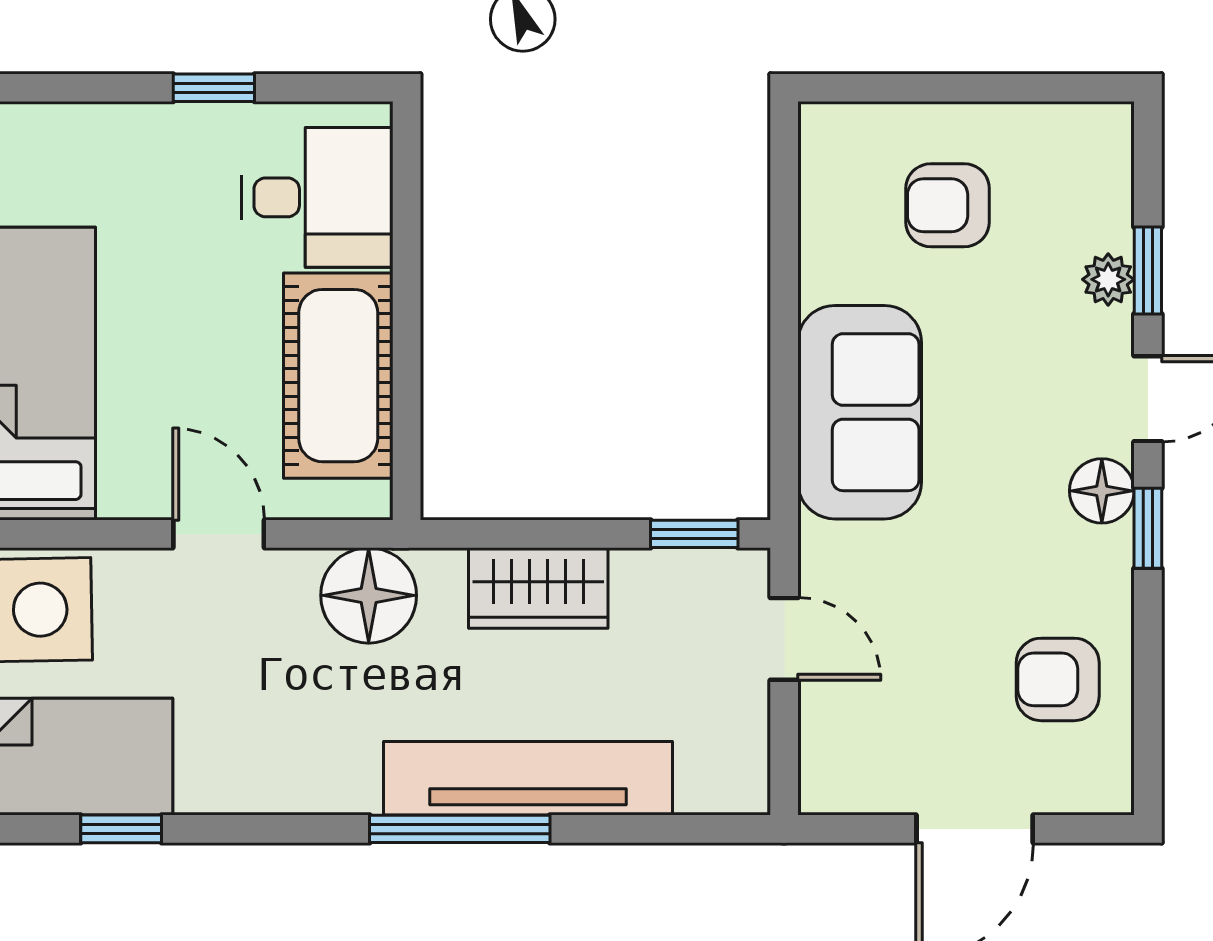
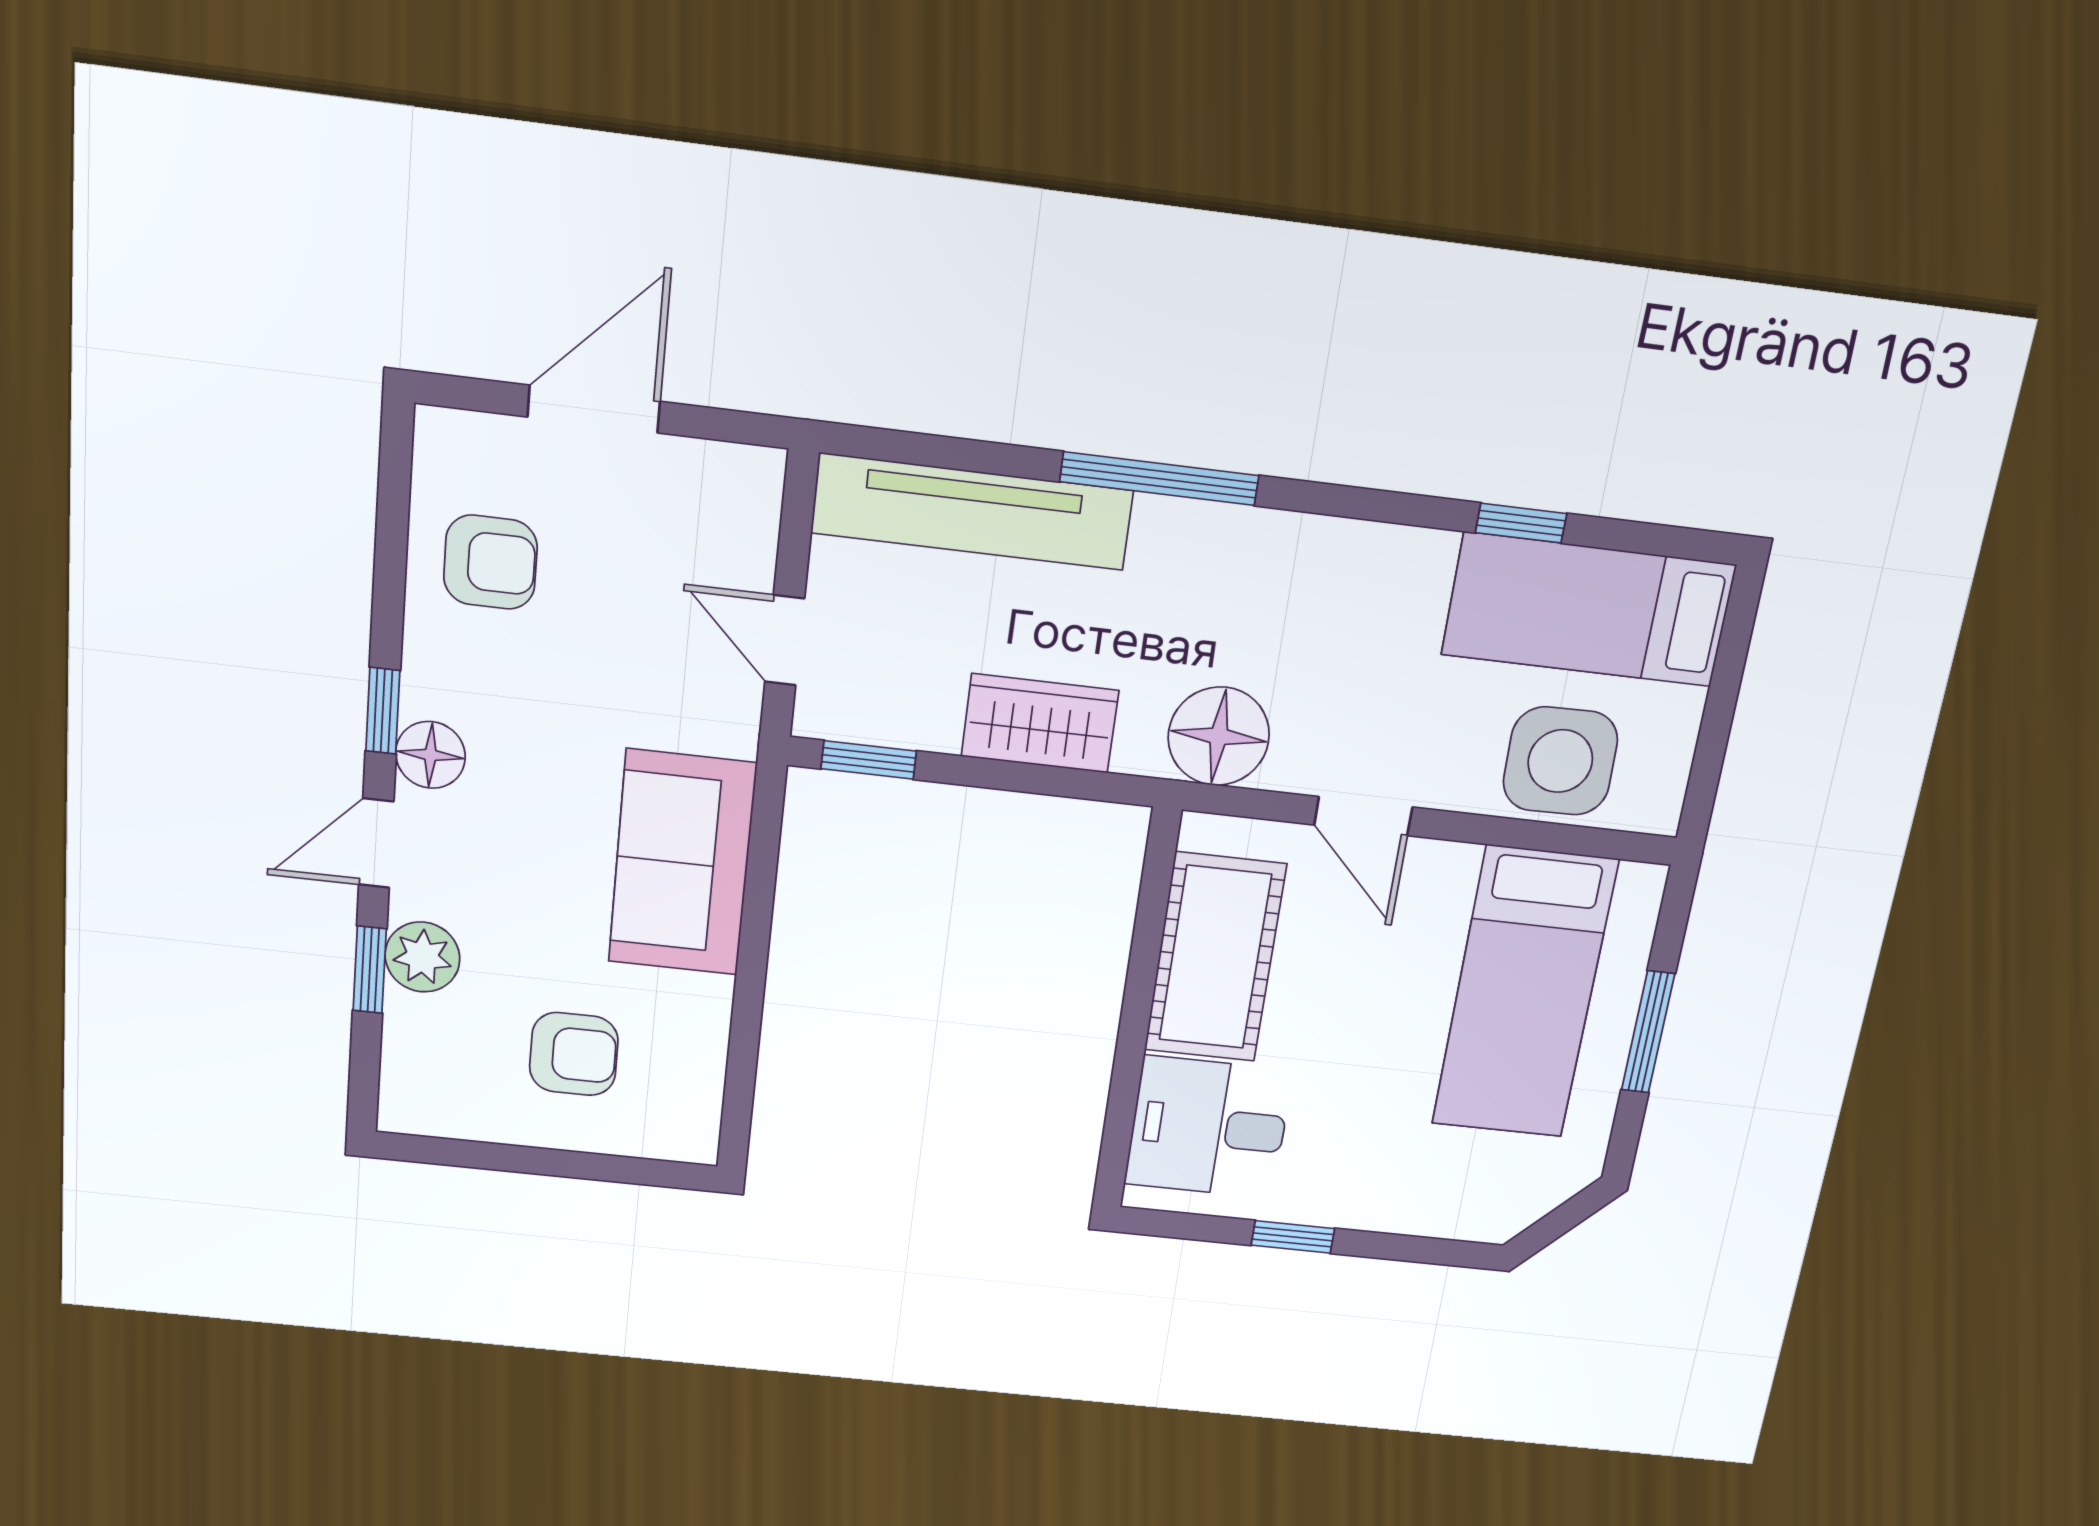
plant: (1108, 279) -> (422, 957), width x1.38, depth x1.38
tv unit: (528, 778) -> (972, 512), moved

